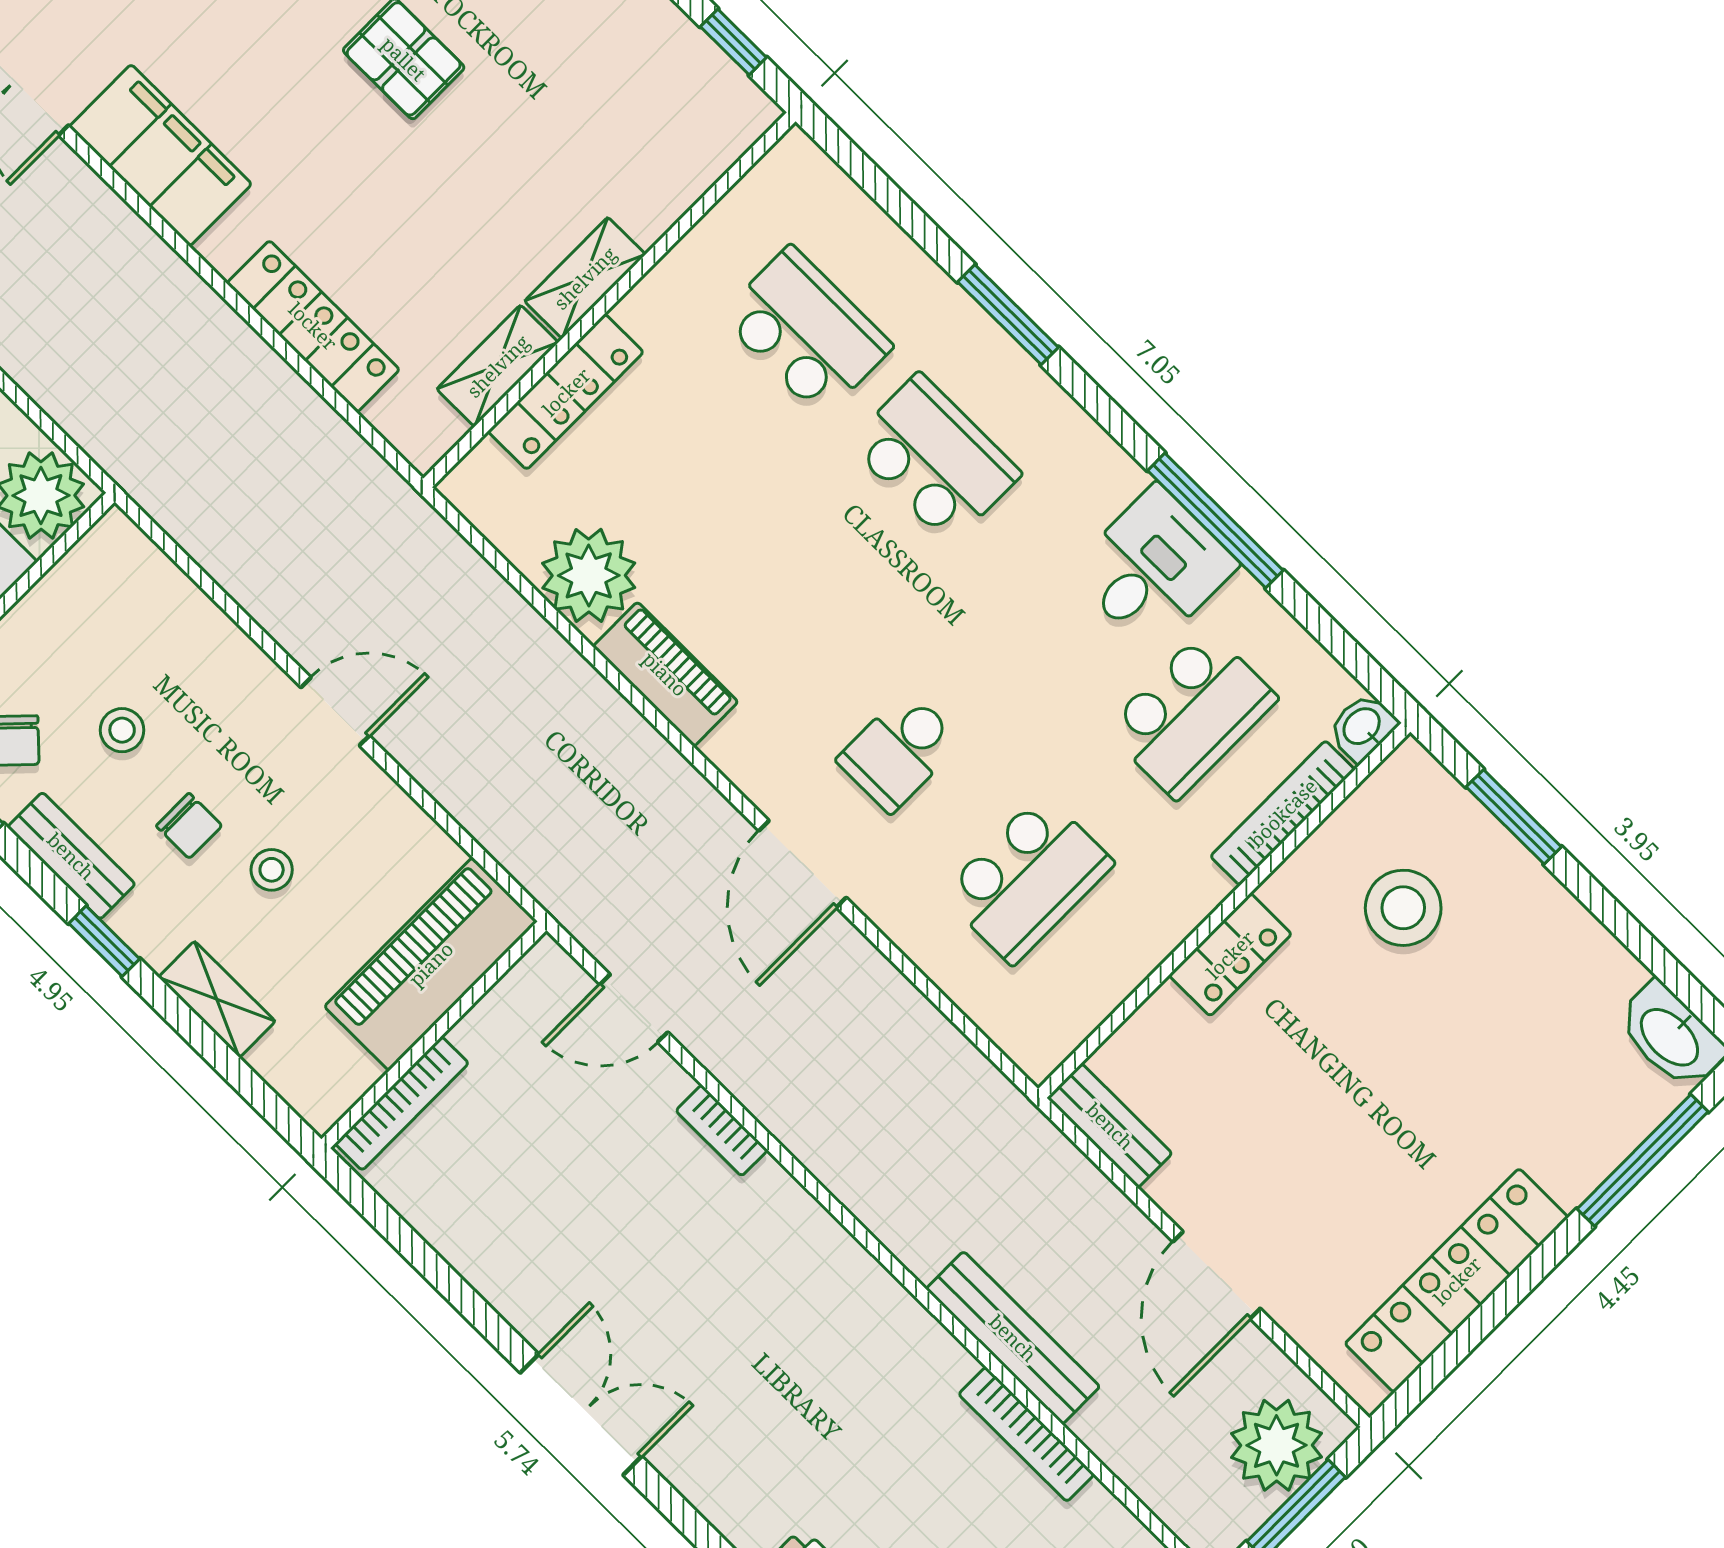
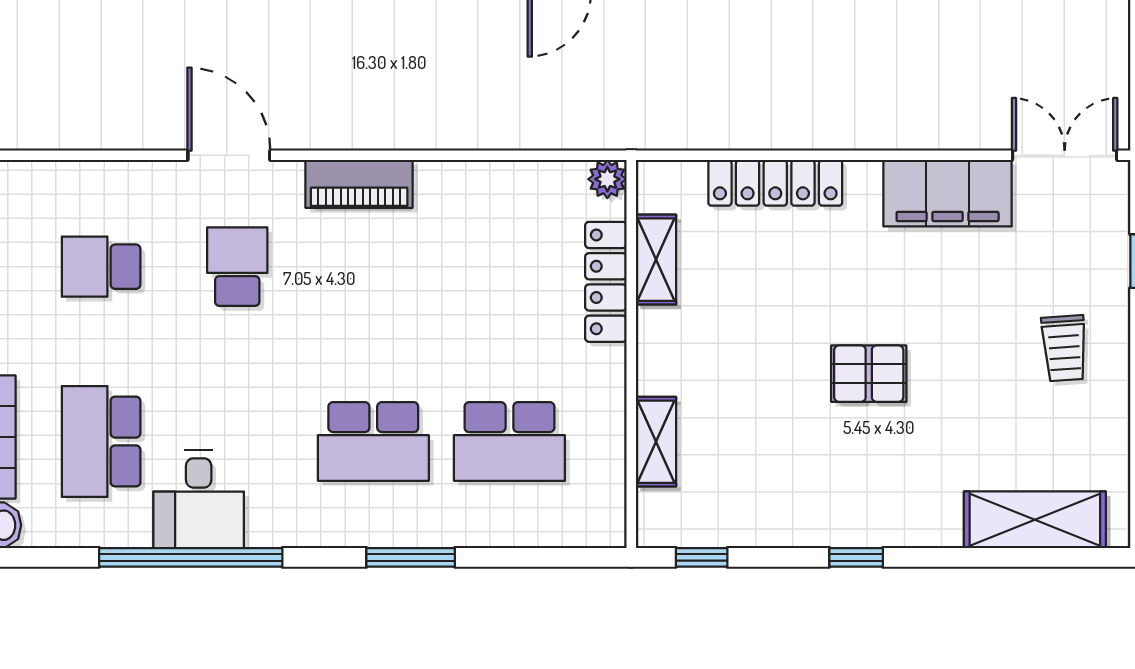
shelving: (585, 278) -> (656, 442), moved
window: (1215, 521) -> (191, 557), width x1.46
plant: (589, 575) -> (607, 179), moved, width x0.53, depth x0.53
piano: (665, 674) -> (359, 184), moved
school desk: (1028, 879) -> (101, 267), width x0.54

